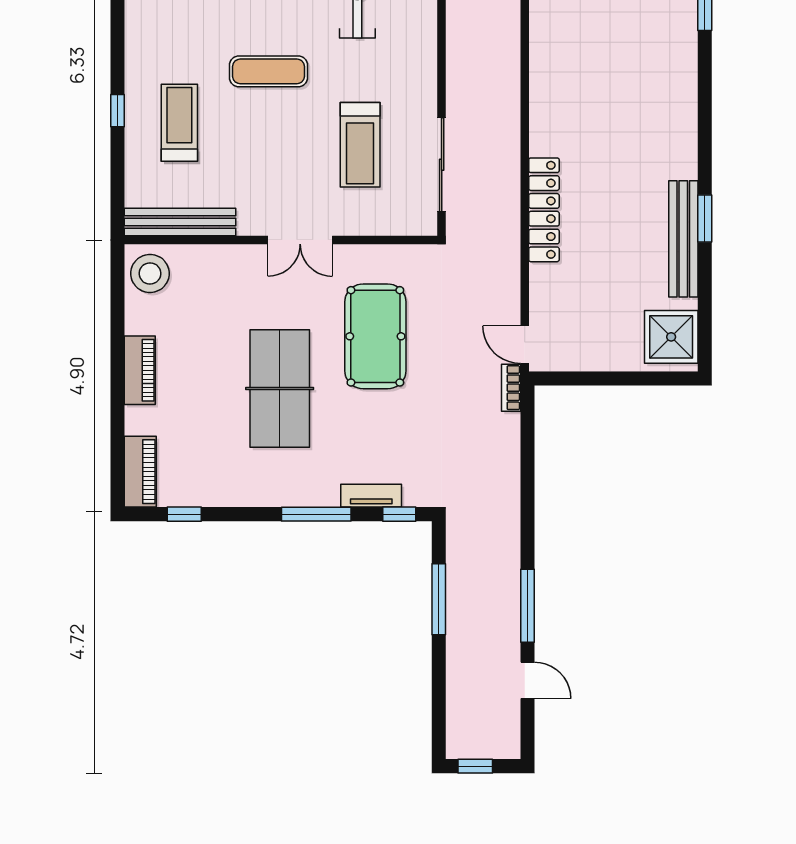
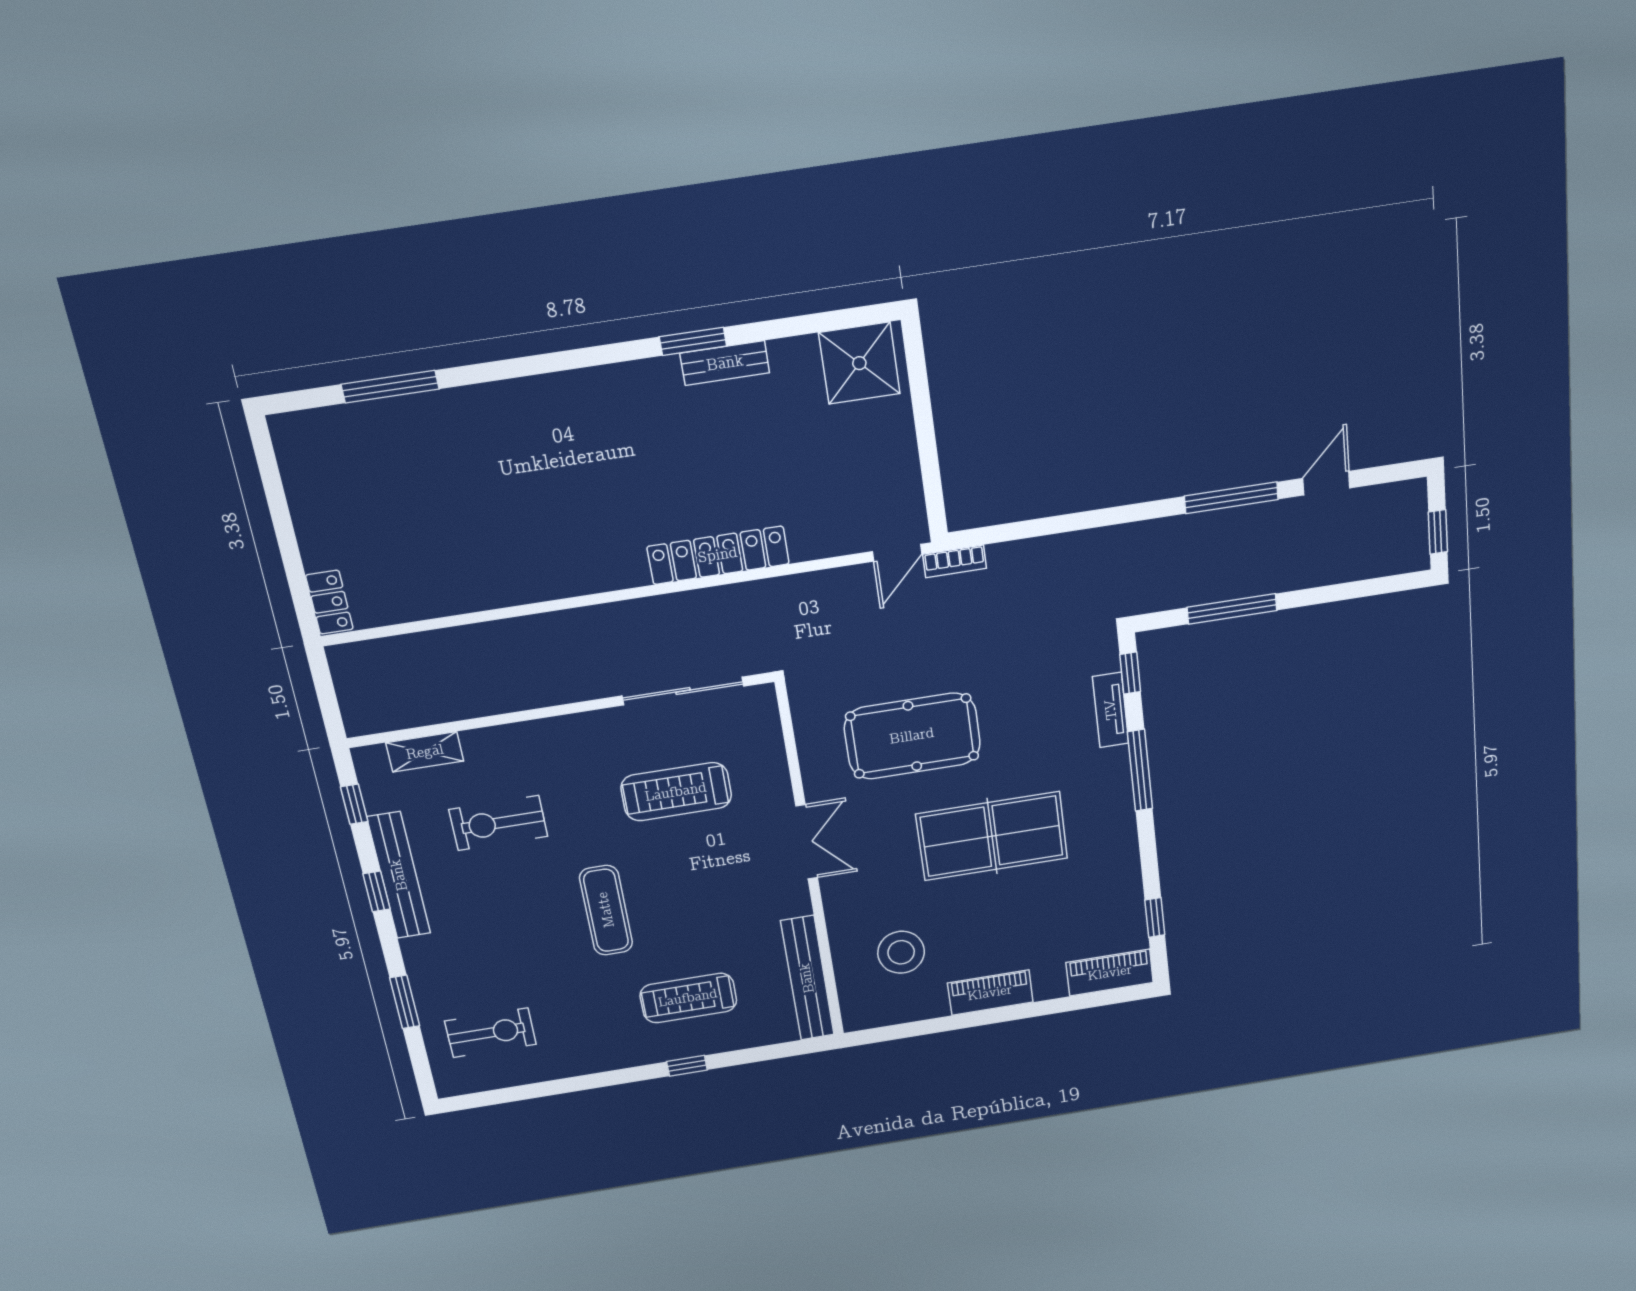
treadmill: (360, 145) -> (676, 792), turned 180
bench: (683, 239) -> (725, 363), width x0.54, depth x0.82
stool: (150, 273) -> (901, 952), moved

